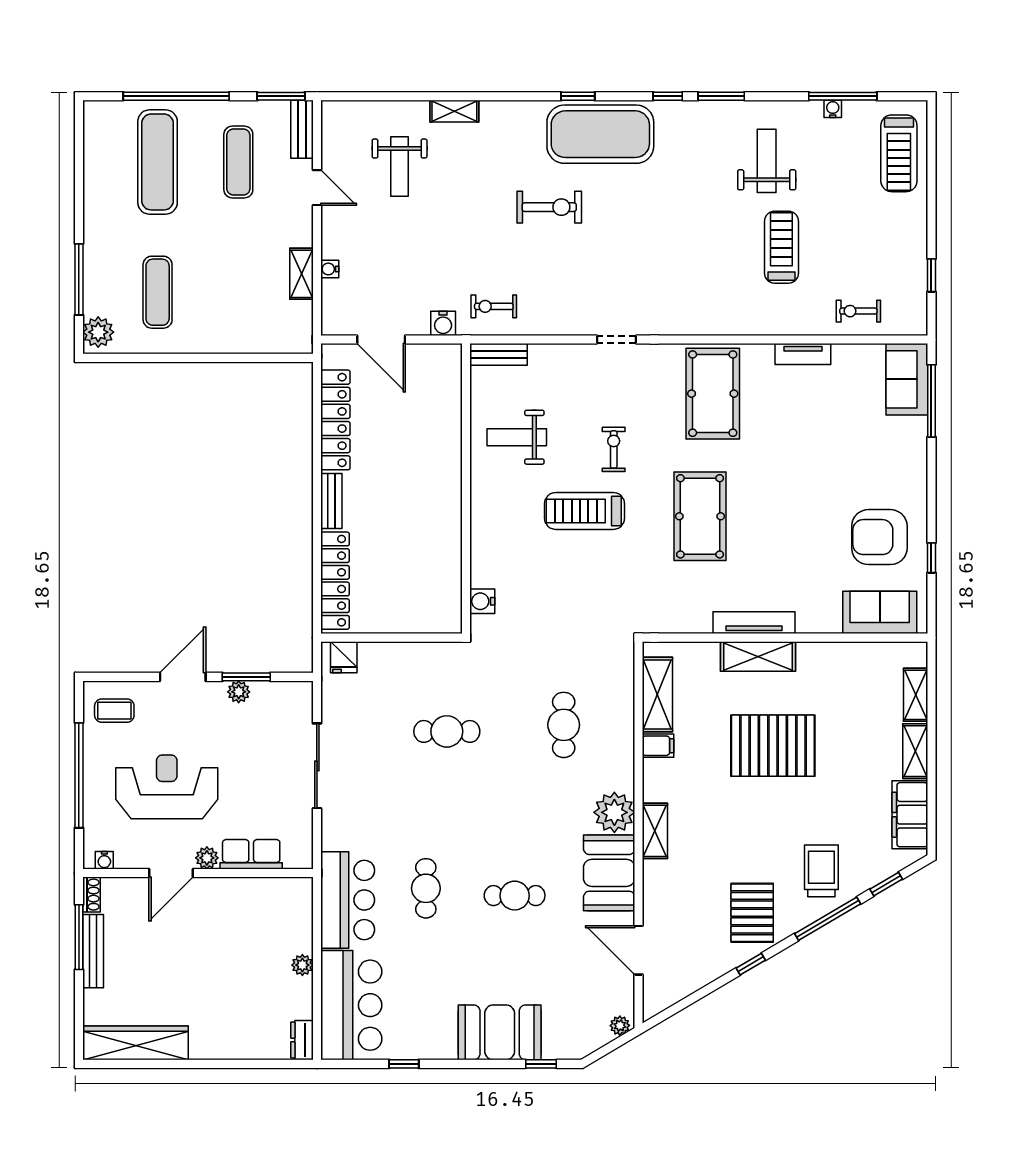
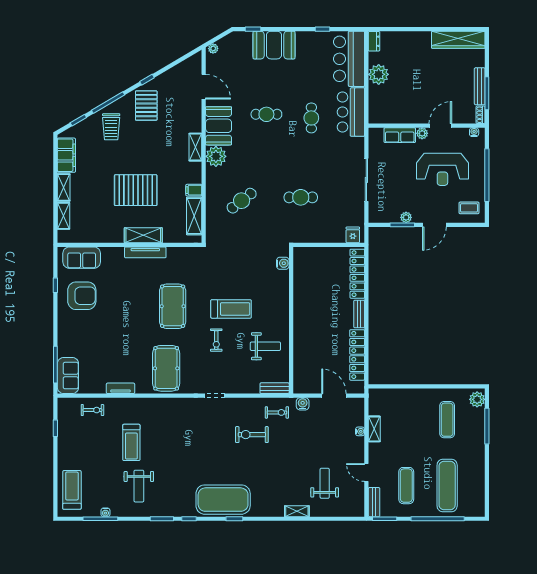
exercise bike: (549, 207) -> (252, 435), moved
cafe table: (564, 725) -> (242, 201), turned 52
plant: (302, 965) -> (379, 74), width x1.88, depth x1.88

